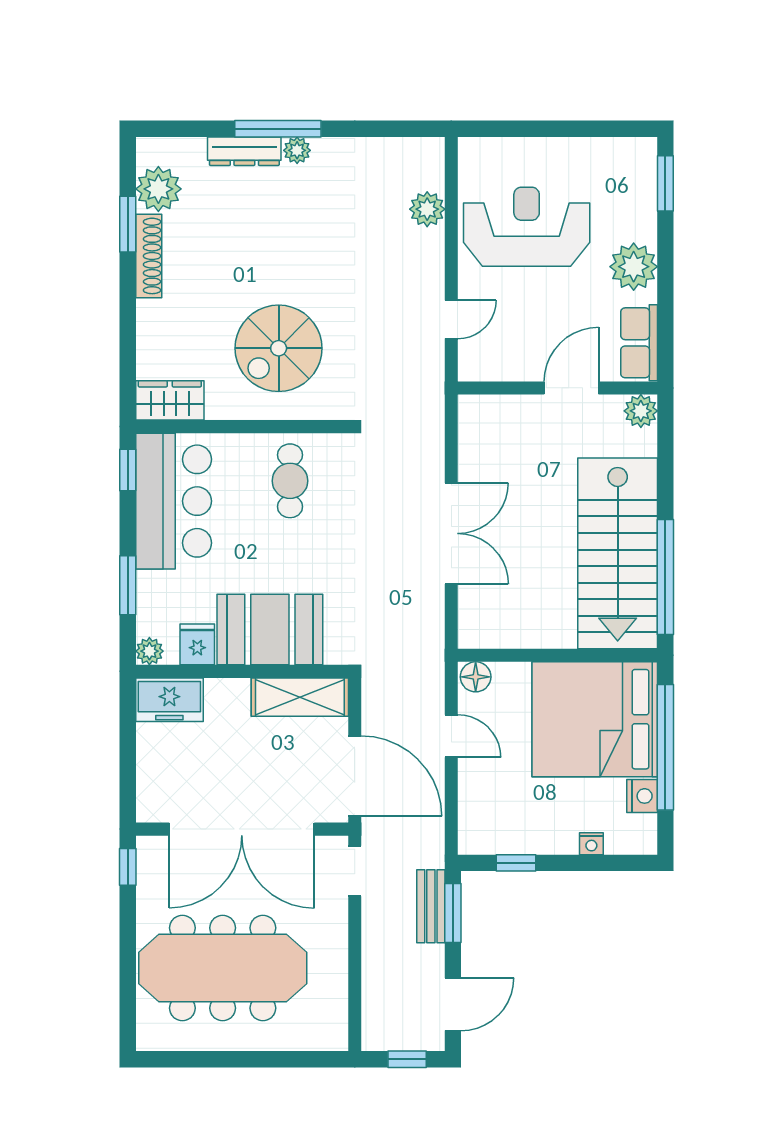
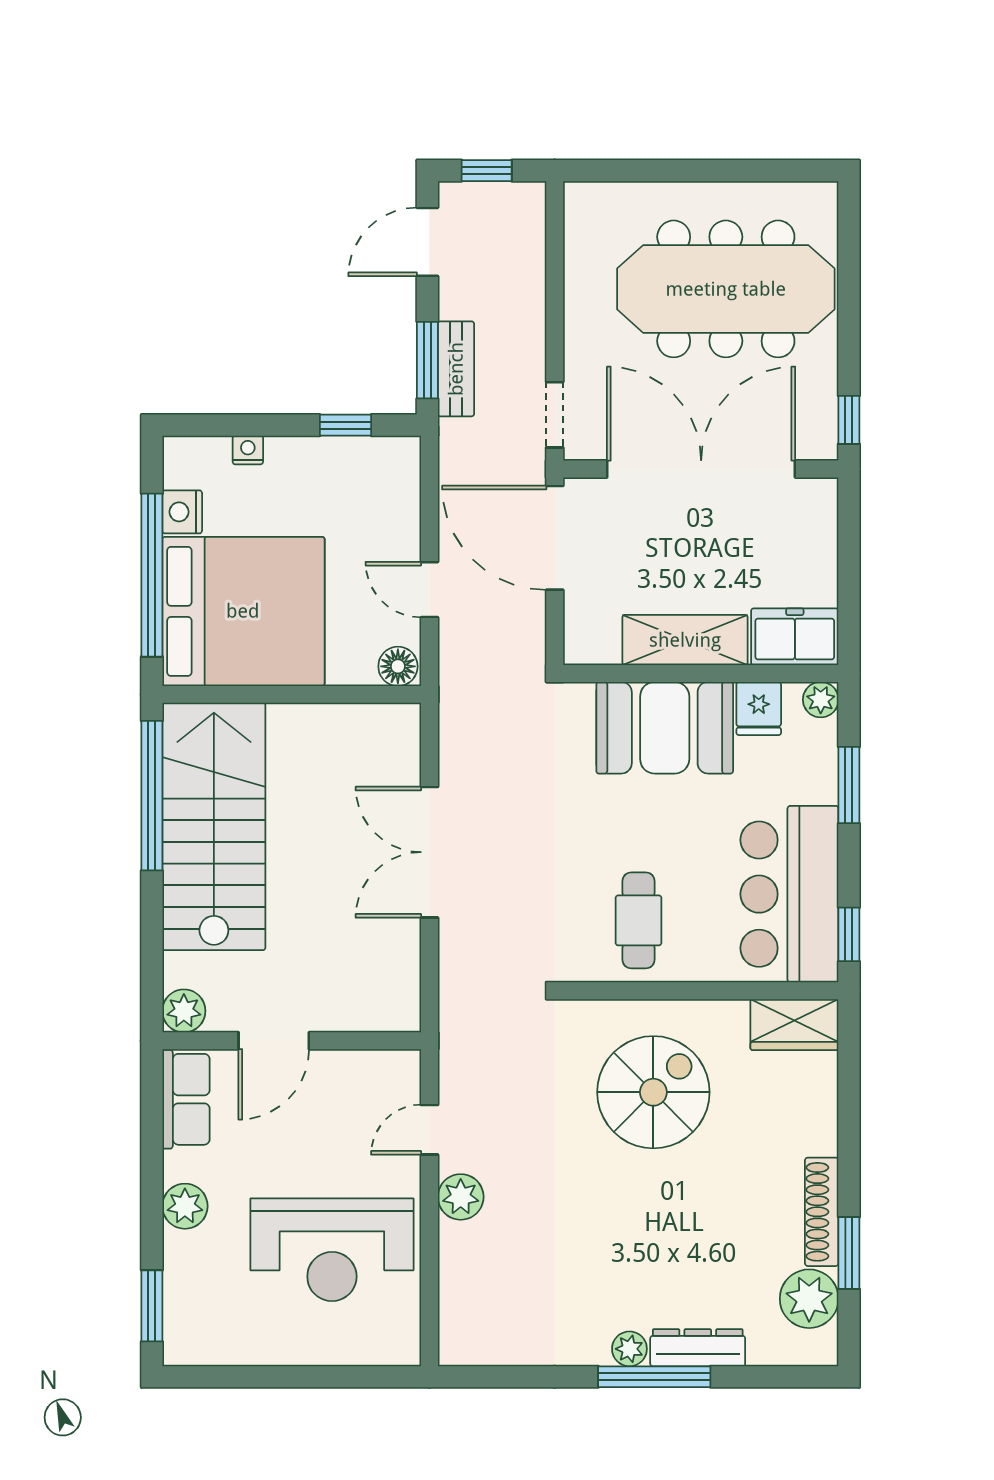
plant: (427, 209) -> (461, 1197), moved
plant: (634, 267) -> (185, 1206), width x0.73, depth x0.73
shelving: (300, 697) -> (685, 640), moved

